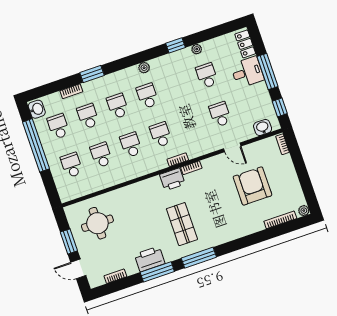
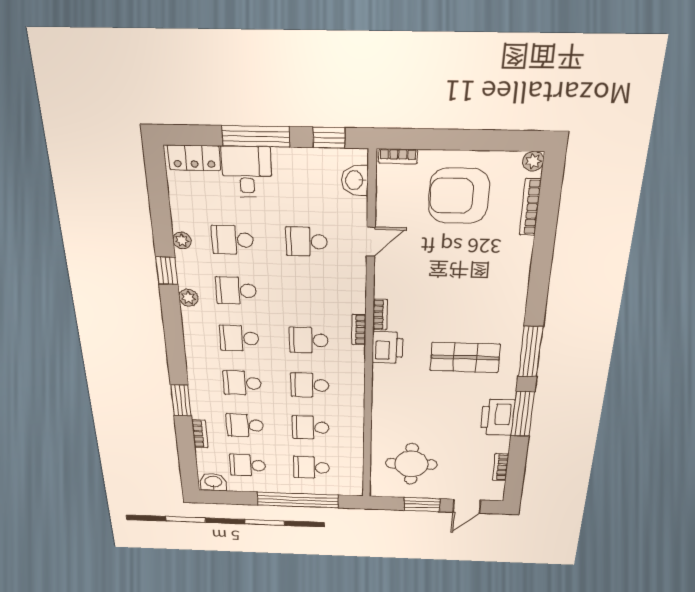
plant: (144, 68) -> (188, 298), moved
school desk: (177, 86) -> (236, 291), added
window: (36, 145) -> (298, 500), moved
armchair: (252, 186) -> (459, 196), moved

